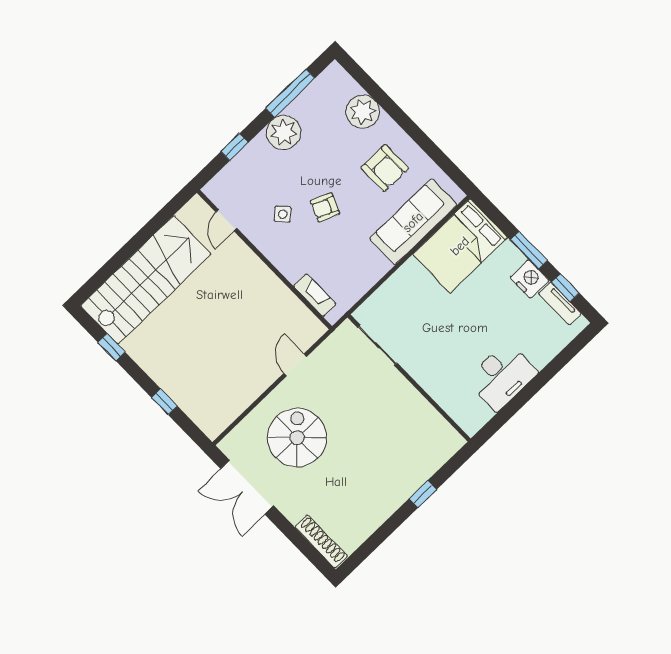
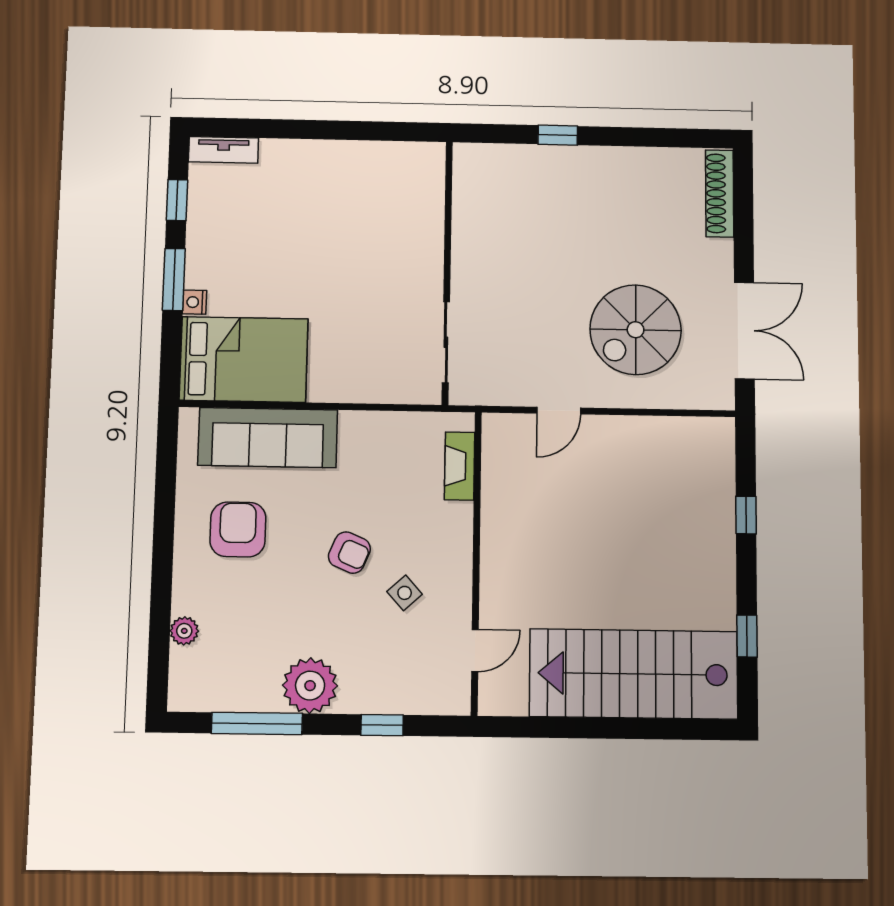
plant: (363, 112) -> (184, 631), width x0.53, depth x0.53
nightstand: (530, 279) -> (195, 302), moved, width x0.53, depth x0.56
tv unit: (560, 304) -> (224, 150), moved, turned 90
desk: (502, 376) -> (344, 175), removed

